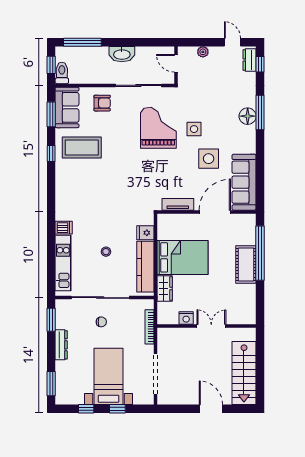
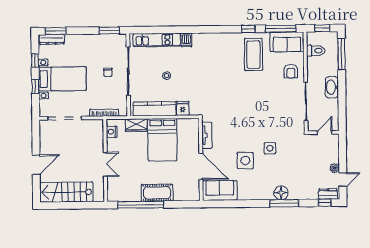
plant: (203, 52) -> (335, 168), moved
toilet: (62, 73) -> (316, 51), moved
window: (51, 114) -> (281, 29), width x1.44
grand piano: (158, 128) -> (271, 118), removed
sofa: (244, 182) -> (220, 190), width x0.73
window: (260, 253) -> (141, 205), moved
nightstand: (186, 318) -> (112, 132), moved
dresser: (61, 345) -> (52, 39), moved

